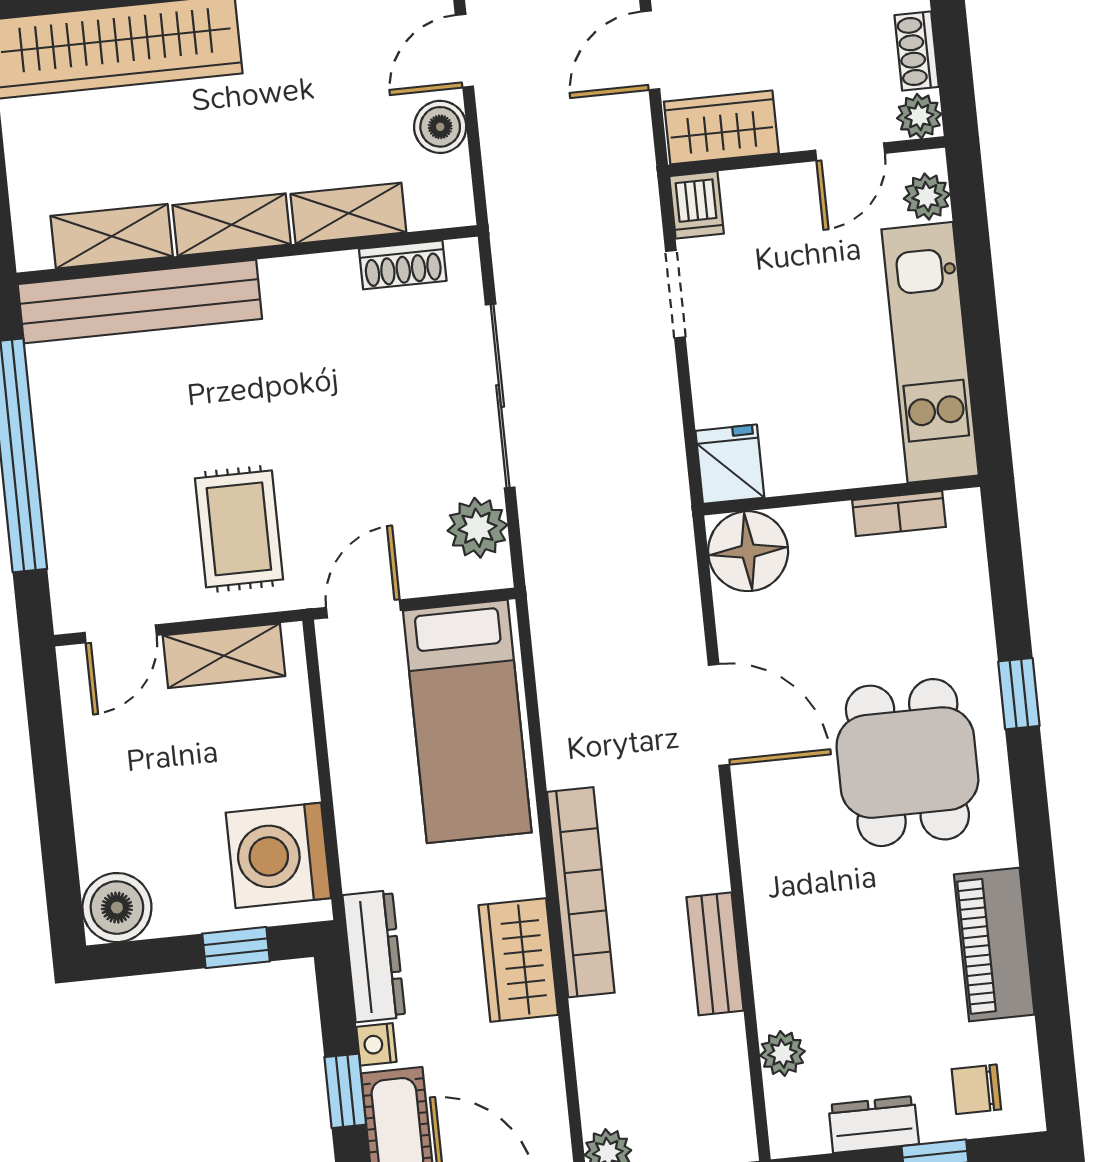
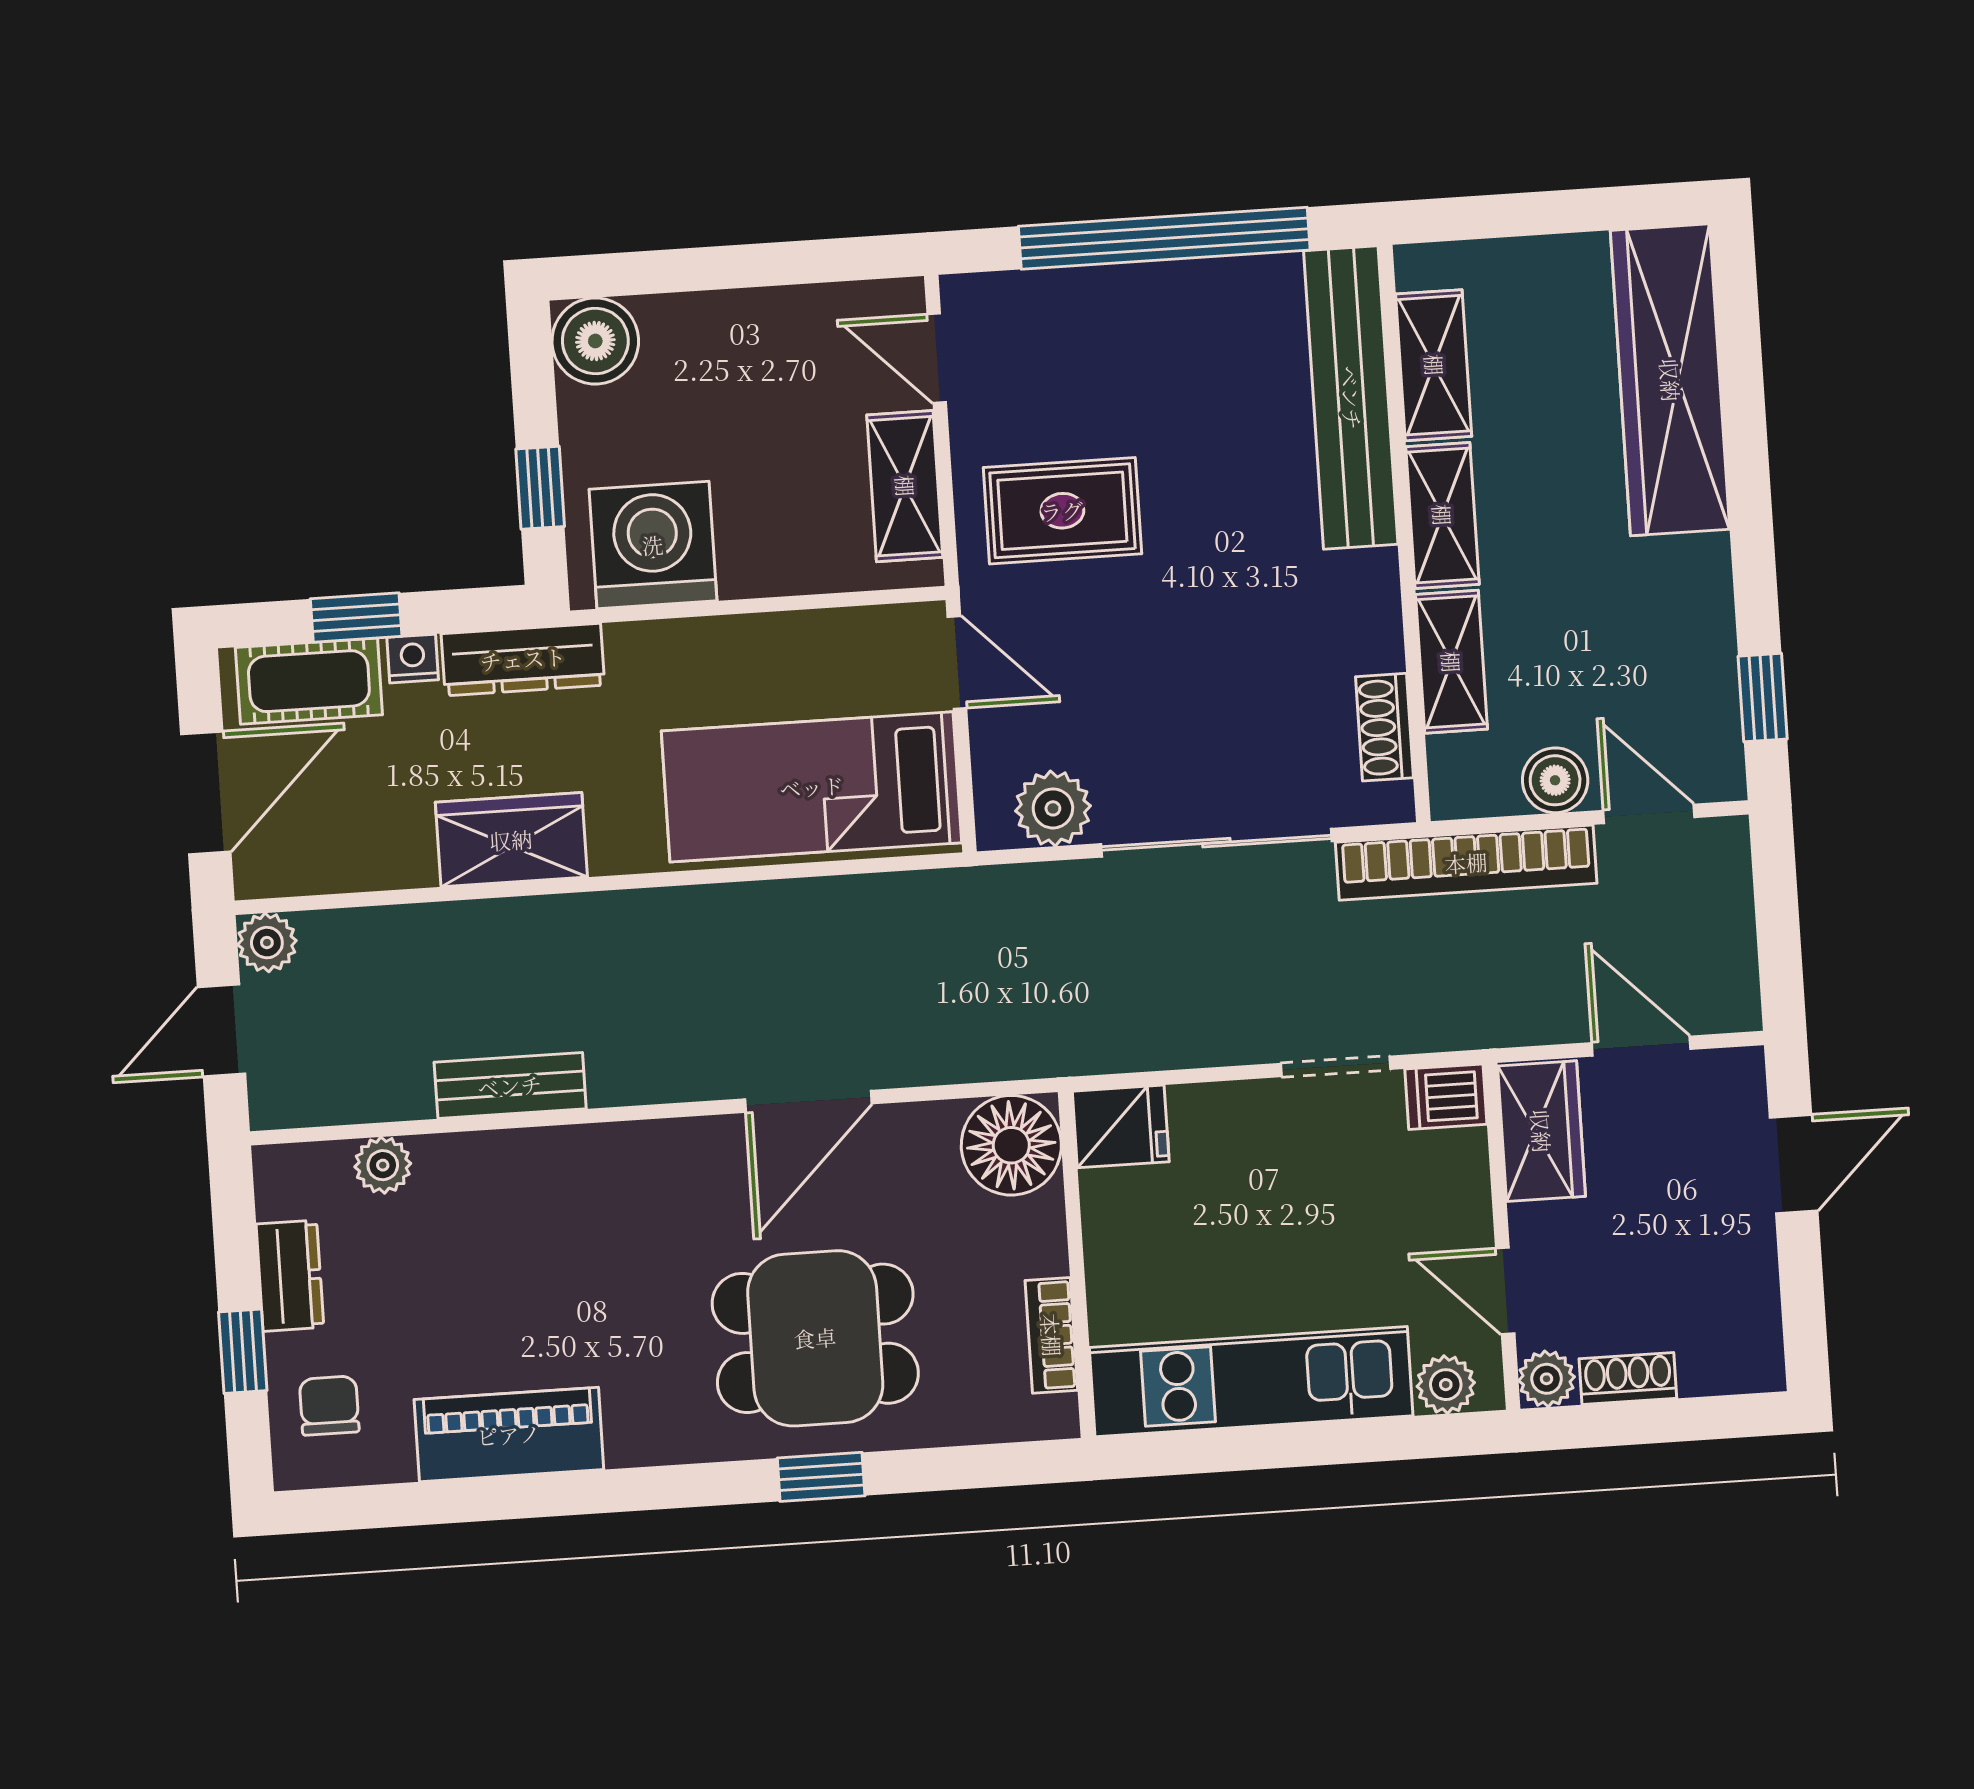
dining table: (907, 763) -> (815, 1338), moved
bookcase: (581, 892) -> (1466, 863), moved

